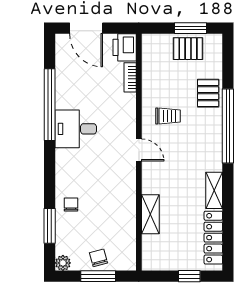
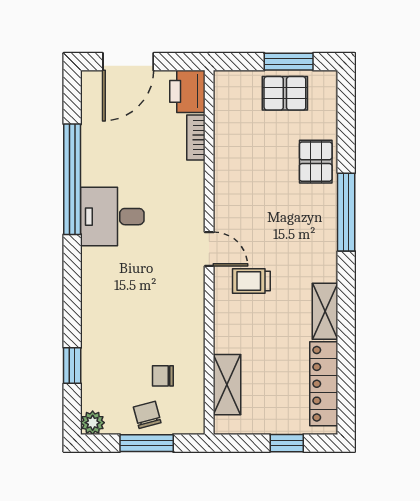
door: (86, 28) -> (128, 62), hinge flipped
trolley: (168, 116) -> (251, 281), moved, turned 180
window: (228, 126) -> (346, 212), width x0.68
chair: (71, 205) -> (163, 376), moved, turned -90
shelving: (150, 214) -> (227, 385), moved
window: (50, 226) -> (72, 366), width x0.67

